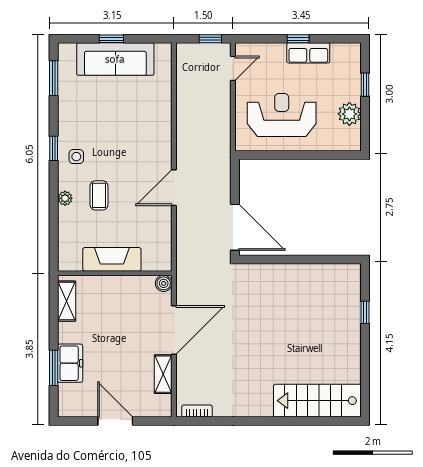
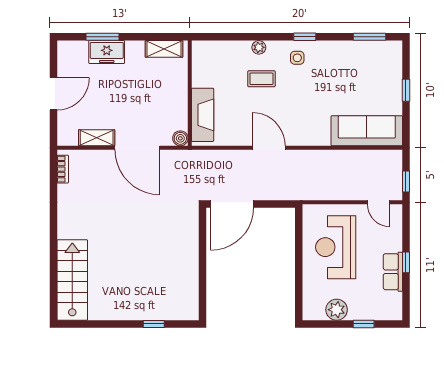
sofa: (115, 59) -> (367, 131), moved, turned 90
reception desk: (282, 115) -> (336, 247), turned 180
fireplace: (112, 259) -> (203, 115), moved

